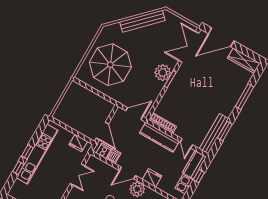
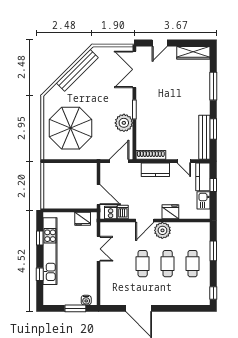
door: (221, 37) -> (160, 43), width x0.53
plant: (163, 73) -> (124, 123), moved
kitchen counter: (159, 137) -> (155, 170), width x0.67
window: (27, 152) -> (40, 238), moved

